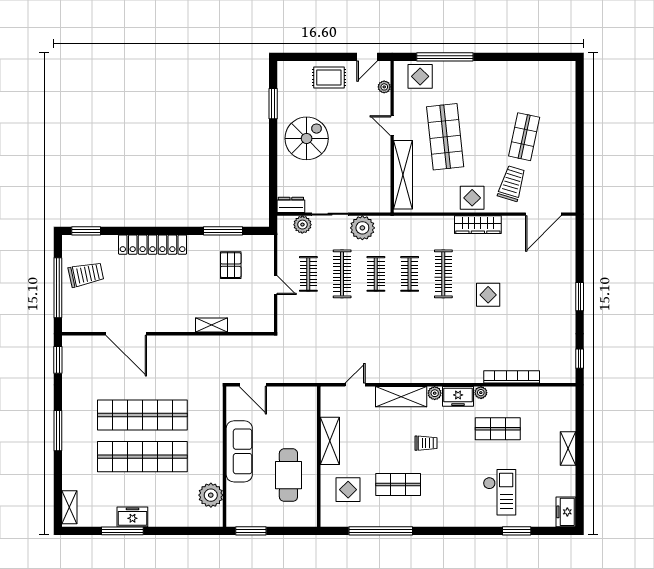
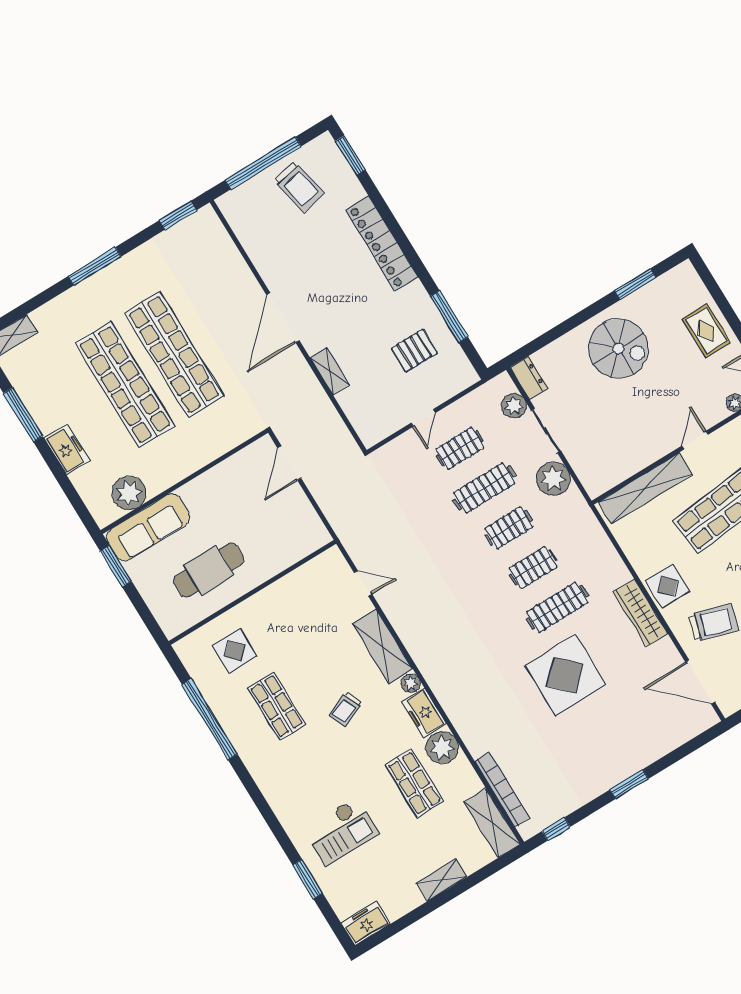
display table: (488, 295) -> (565, 675), width x1.86, depth x1.86
door: (126, 334) -> (283, 318), moved
bookcase: (512, 377) -> (502, 790), moved
plant: (481, 393) -> (442, 747), width x1.88, depth x1.88
shelving: (330, 441) -> (492, 823), moved, turned 90
trolley: (426, 443) -> (346, 709), turned 66
sofa: (239, 451) -> (148, 527), moved
freezer: (132, 517) -> (67, 449), moved

